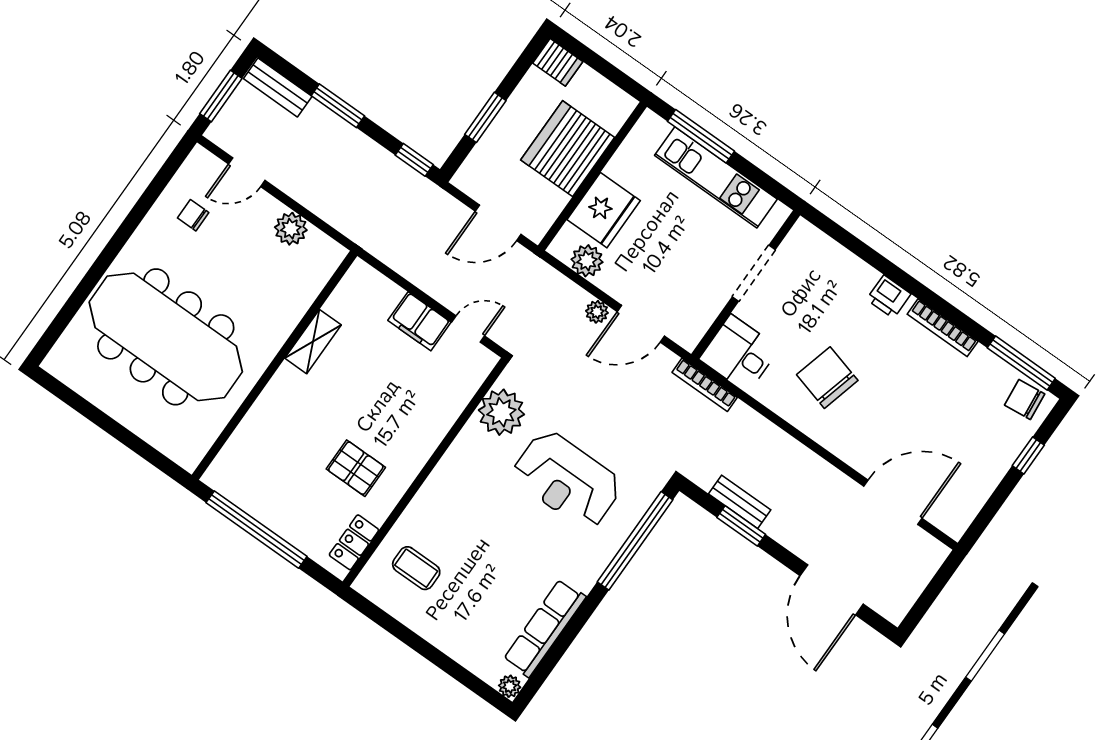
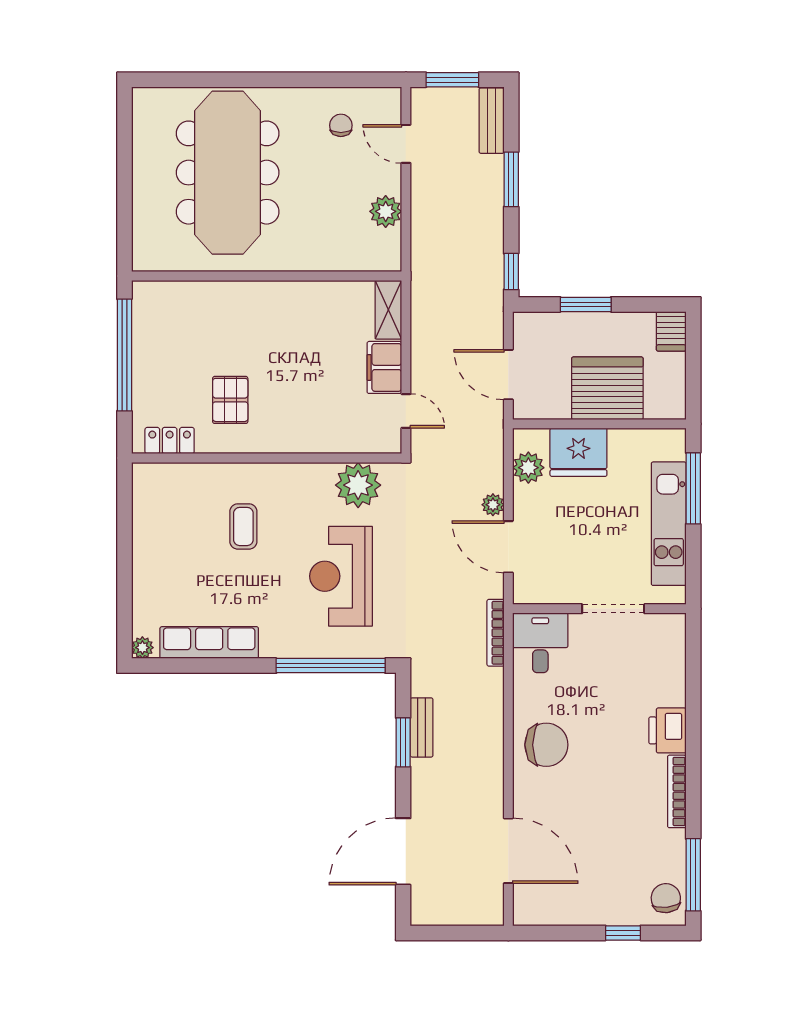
printer: (889, 297) -> (667, 730), width x1.36, depth x1.24
shelving: (313, 342) -> (388, 310), moved, turned 90
chair: (827, 378) -> (546, 745), moved, turned 75
coffee table: (416, 568) -> (243, 526), moved

